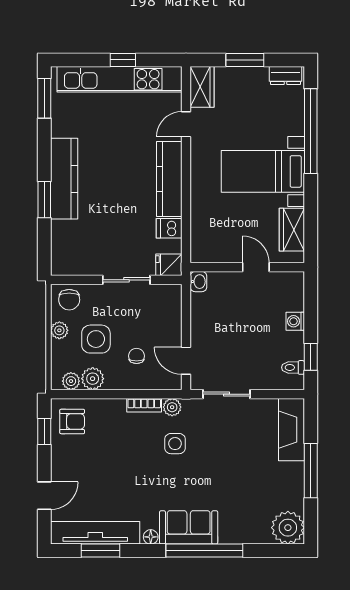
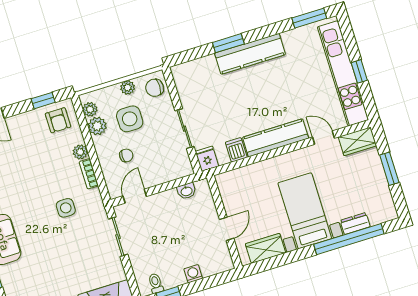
dresser: (285, 75) -> (355, 224), moved, turned 90
washbasin: (198, 282) -> (186, 191), moved
plant: (172, 407) -> (80, 152), moved

